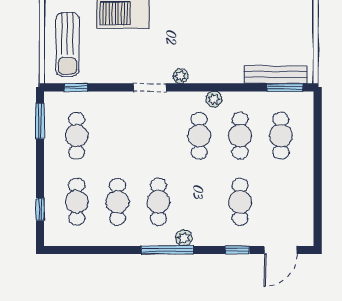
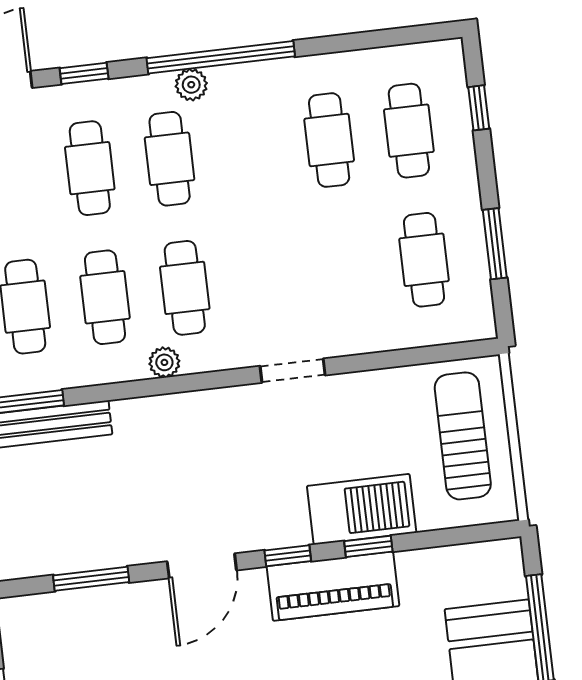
plant: (181, 76) -> (235, 400), removed
window: (76, 87) -> (437, 354), removed
window: (40, 121) -> (495, 244), moved
cafe table: (158, 202) -> (170, 159), moved
window: (167, 250) -> (221, 57), width x1.46

